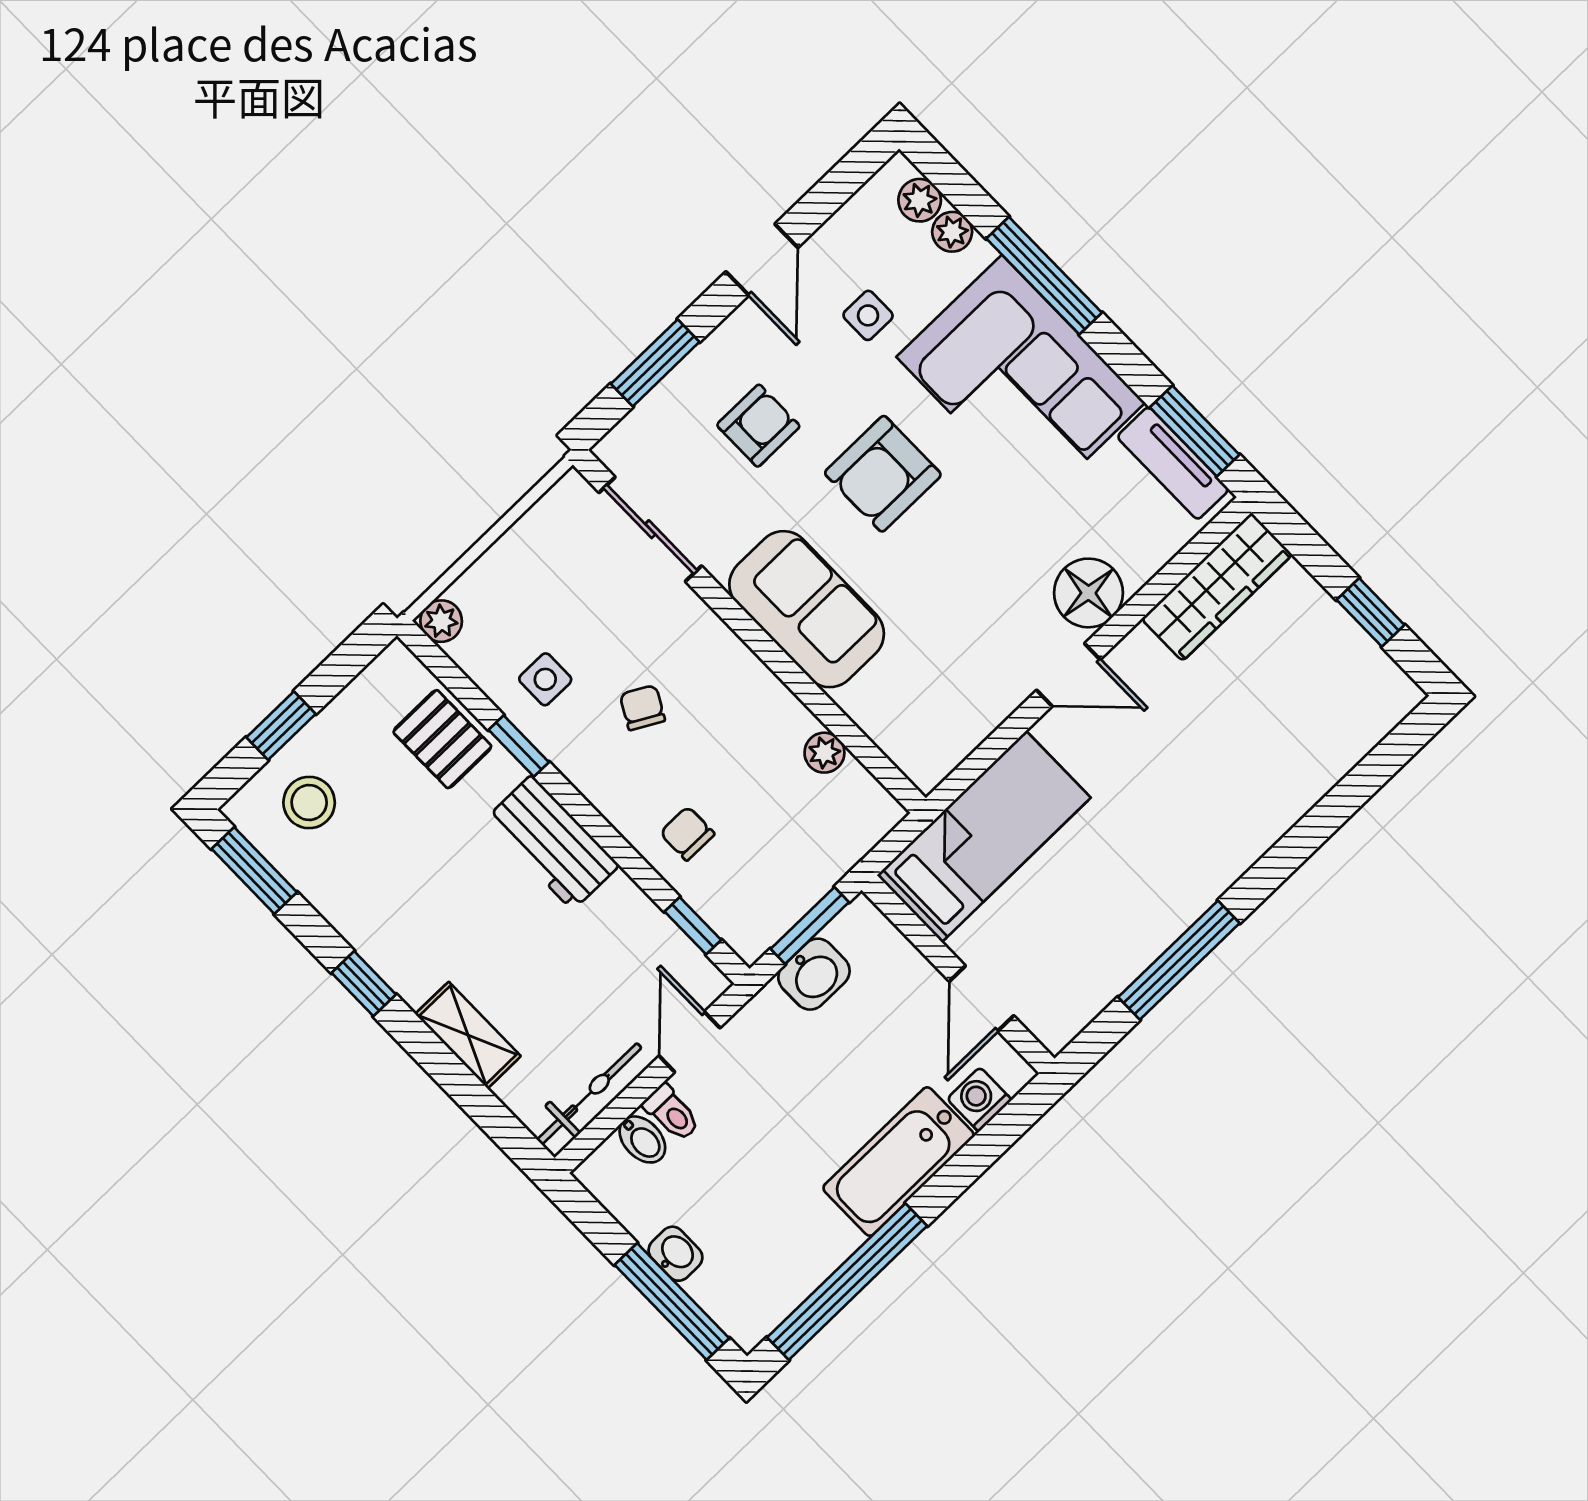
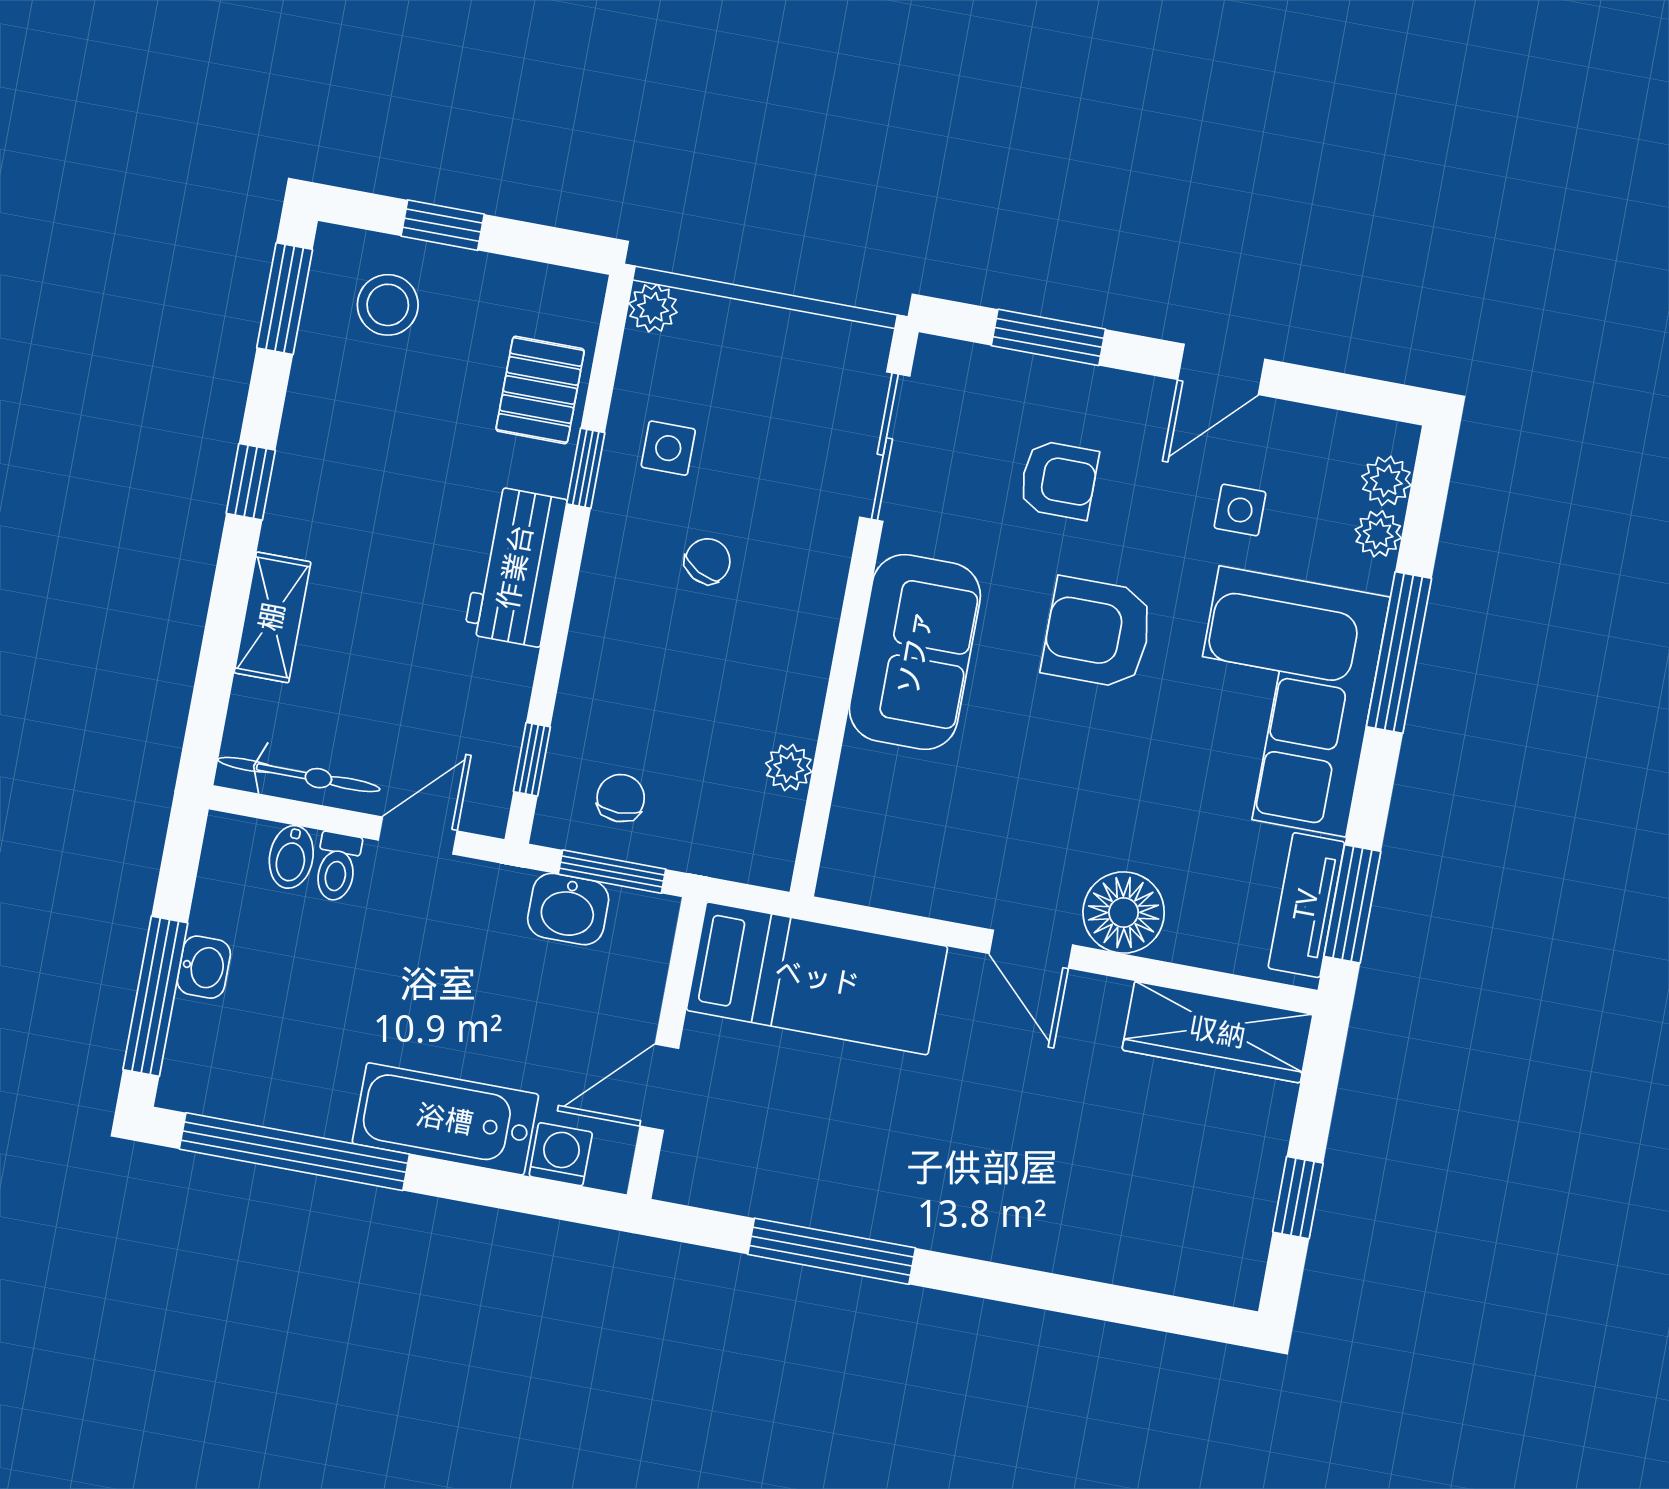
chair: (687, 833) -> (621, 798), moved

